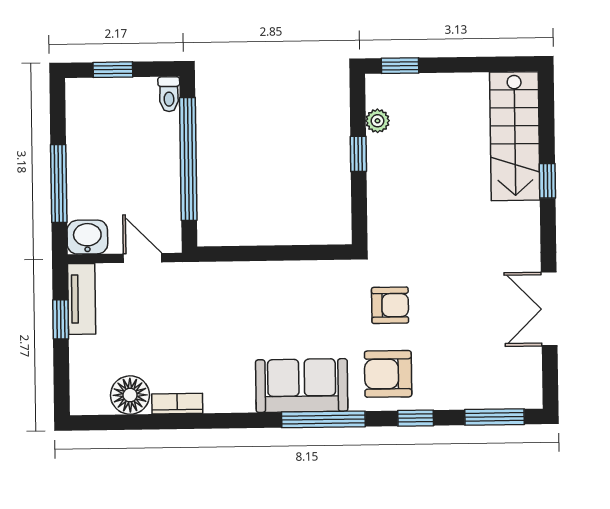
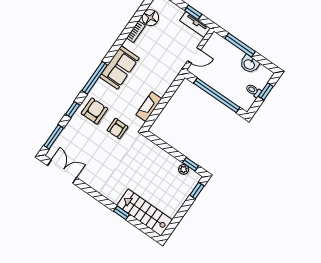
toilet: (169, 94) -> (253, 91), moved
window: (358, 154) -> (191, 164), moved
washbasin: (87, 237) -> (249, 64), moved, turned 90
fireplace: (304, 275) -> (149, 107), added
double door: (549, 309) -> (62, 172), moved
sofa: (302, 386) -> (119, 67), moved

